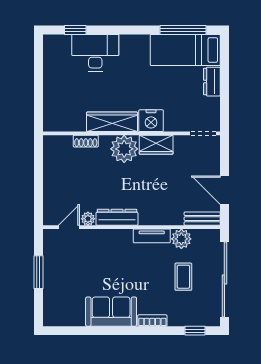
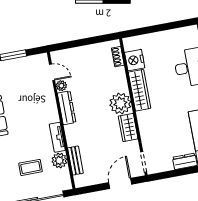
nightstand: (151, 121) -> (135, 60), moved
shoe rack: (86, 141) -> (118, 57), moved
door: (224, 190) -> (120, 183), moved
bench: (202, 219) -> (75, 161), moved

